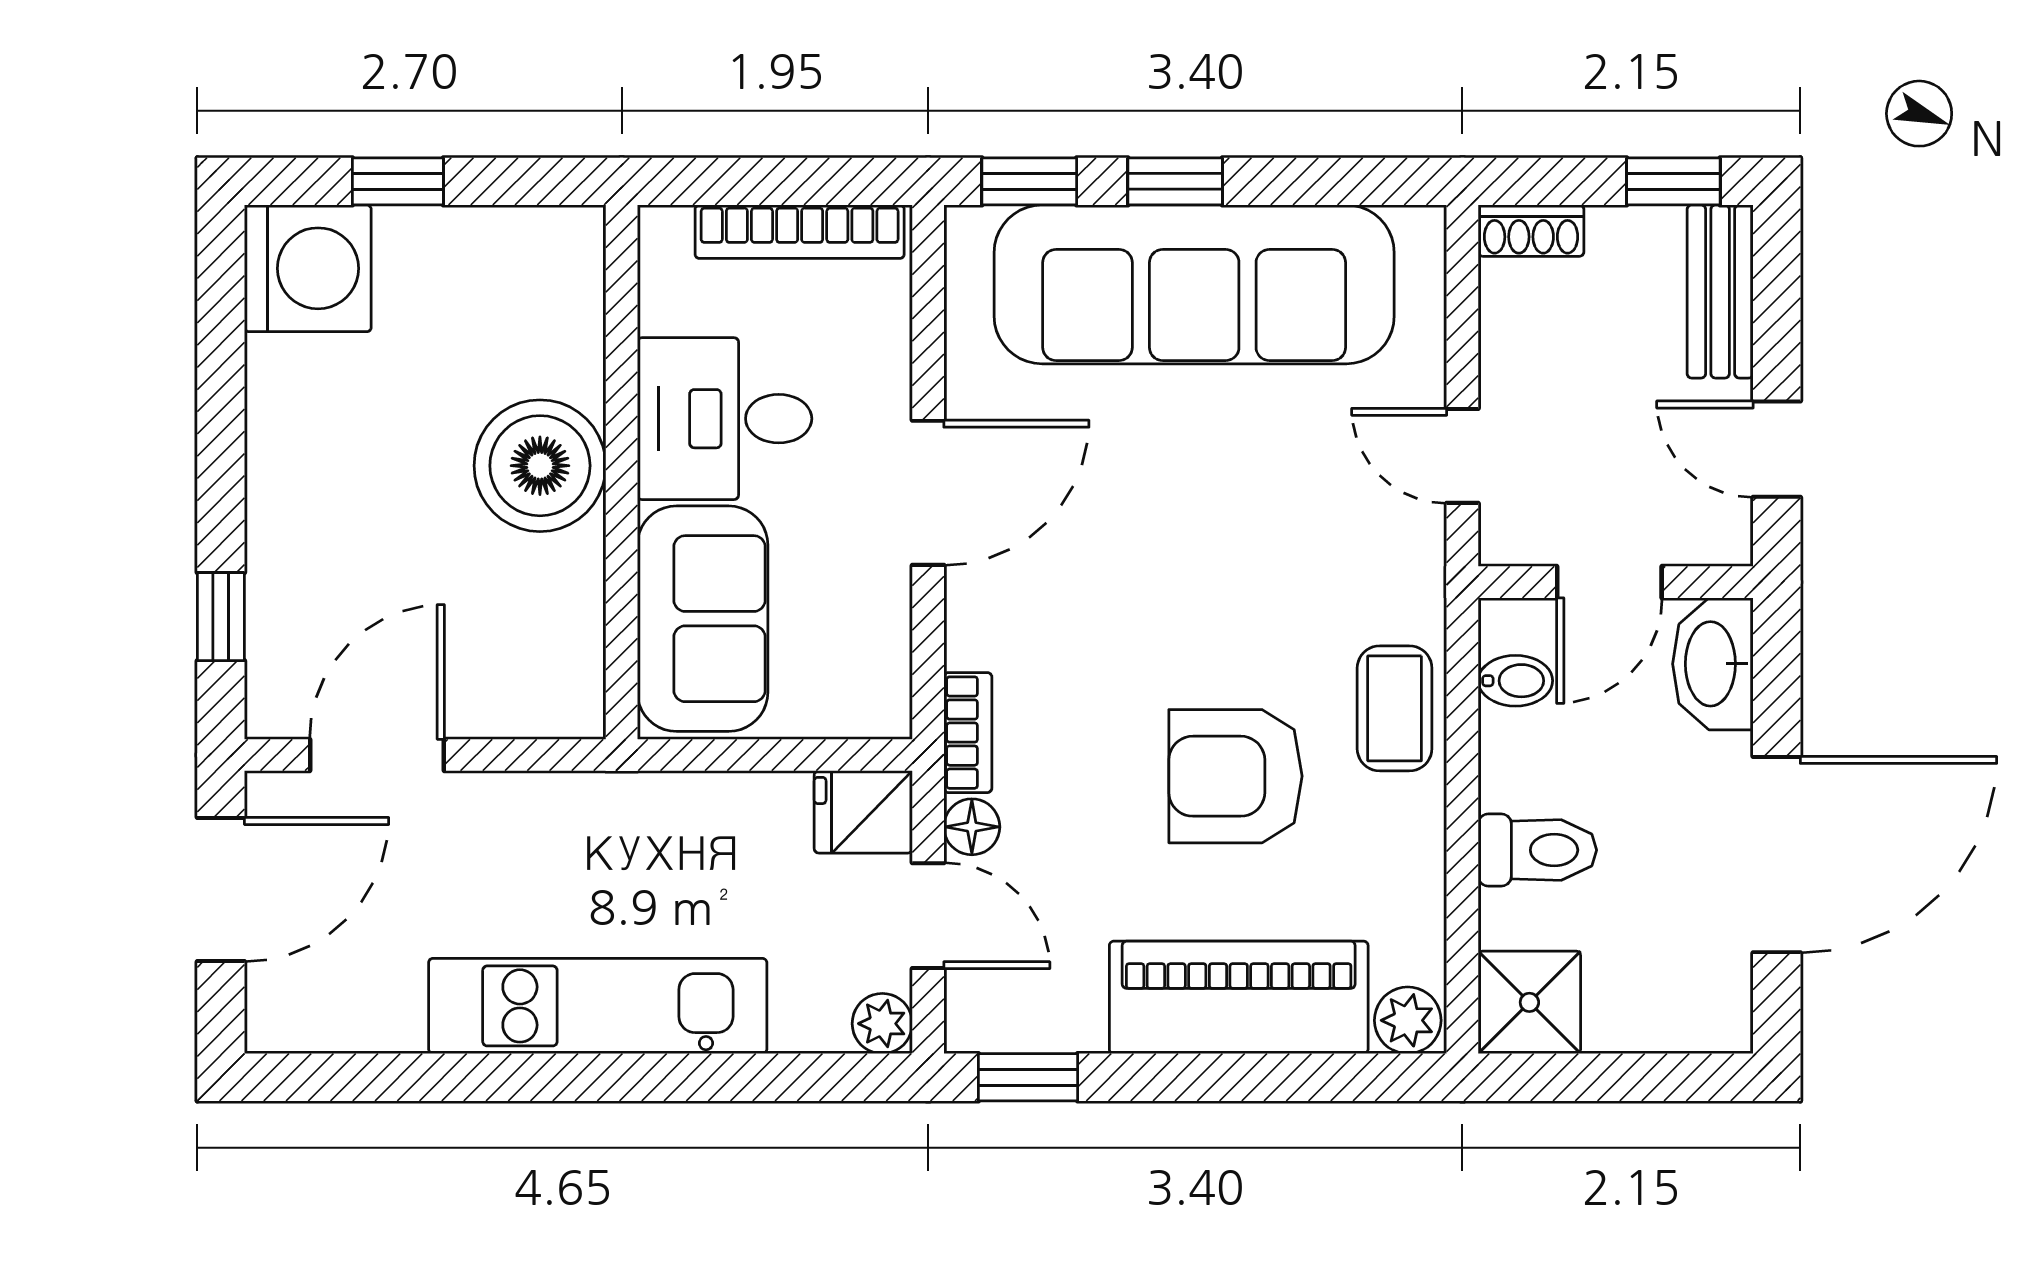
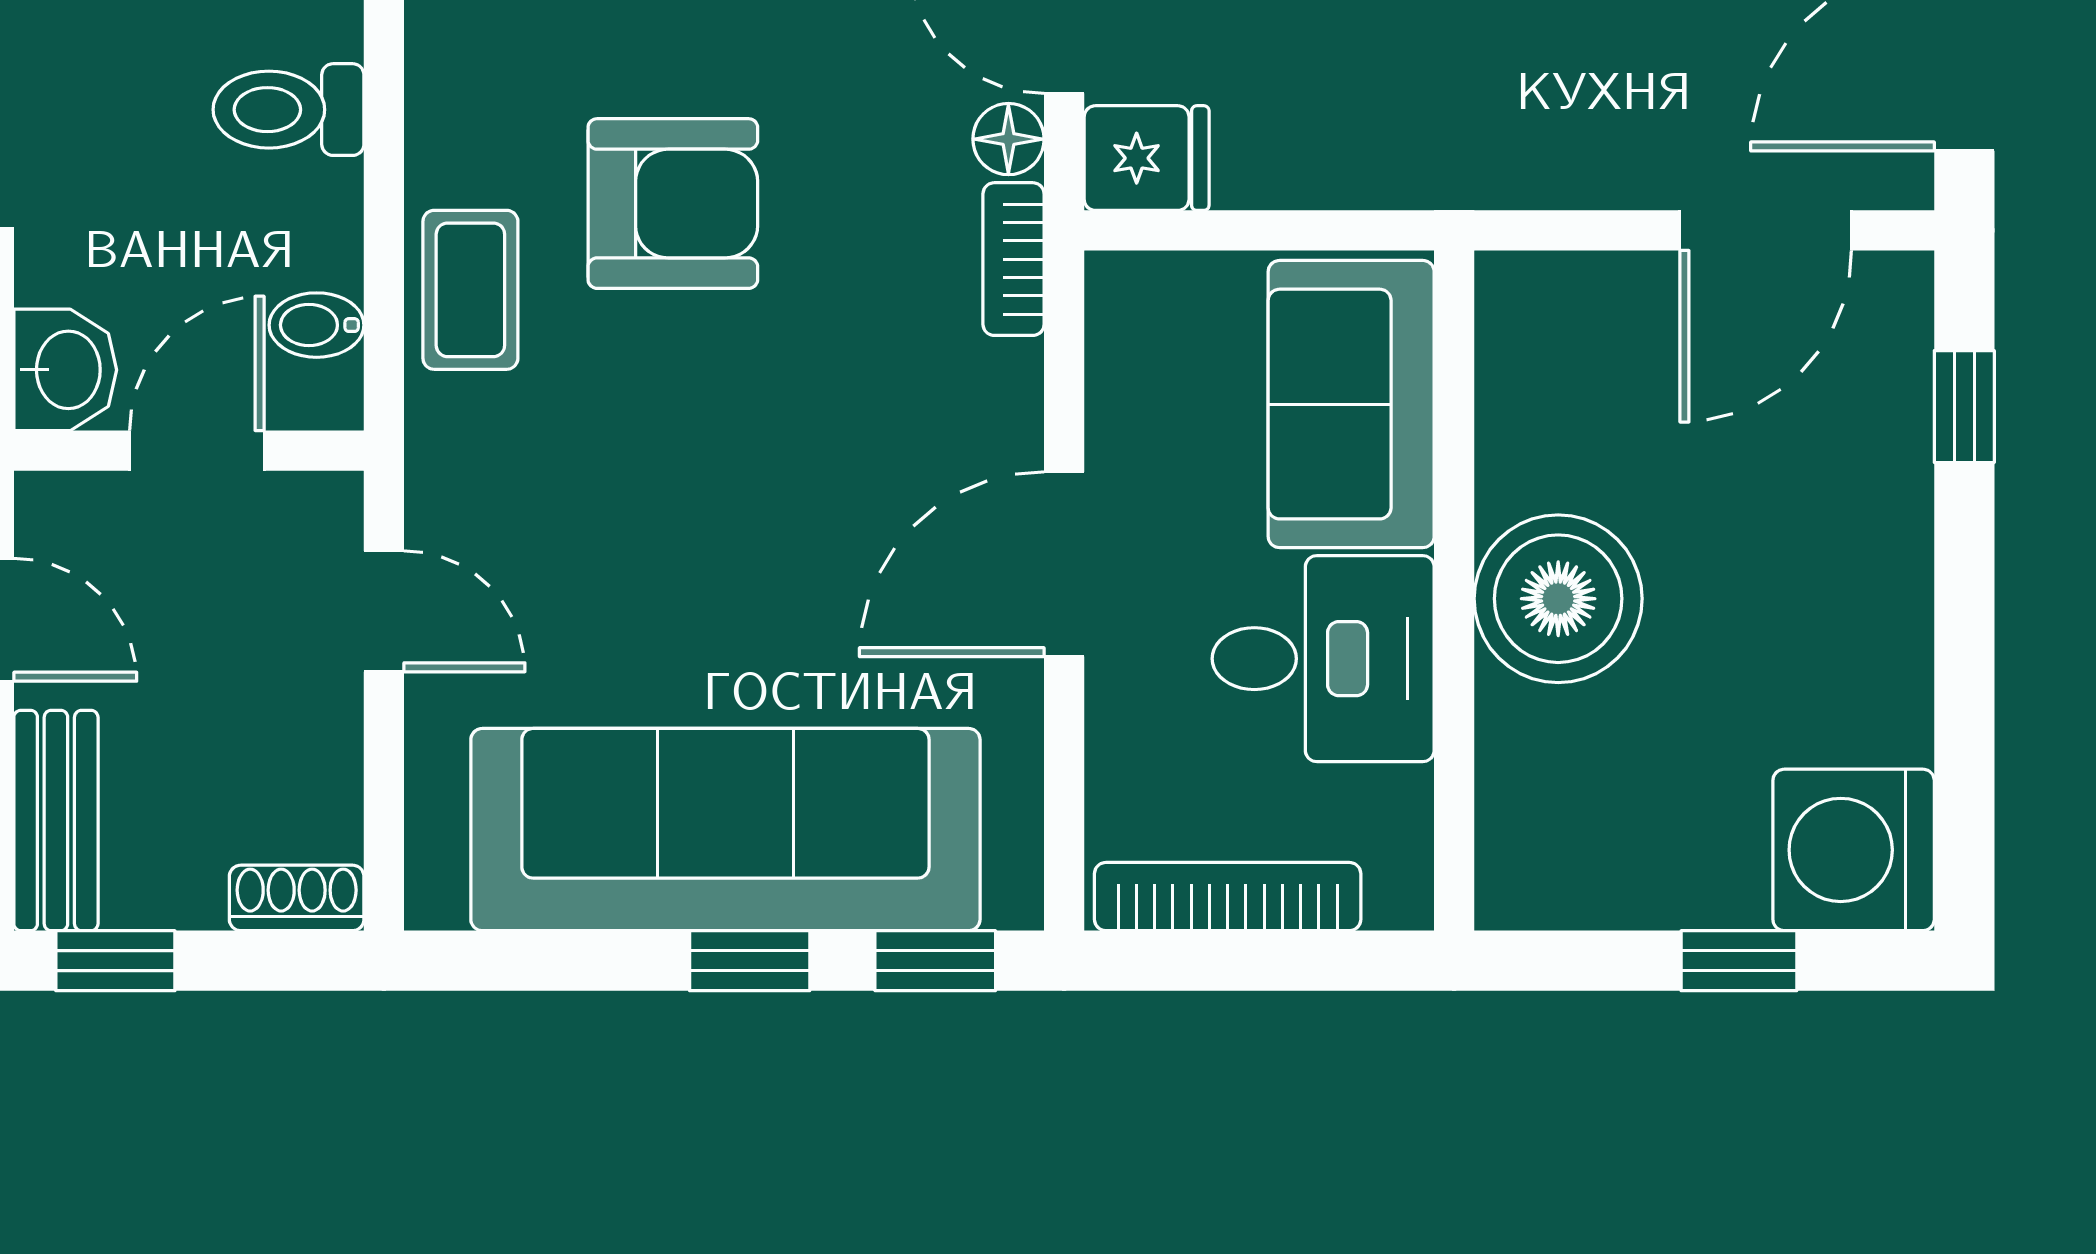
washbasin: (1713, 664) -> (65, 370), width x0.72

